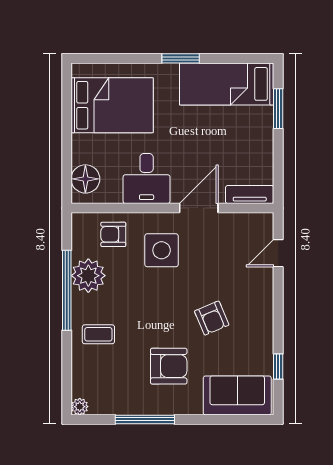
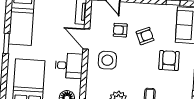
armchair: (113, 234) -> (120, 30), moved, turned 90

